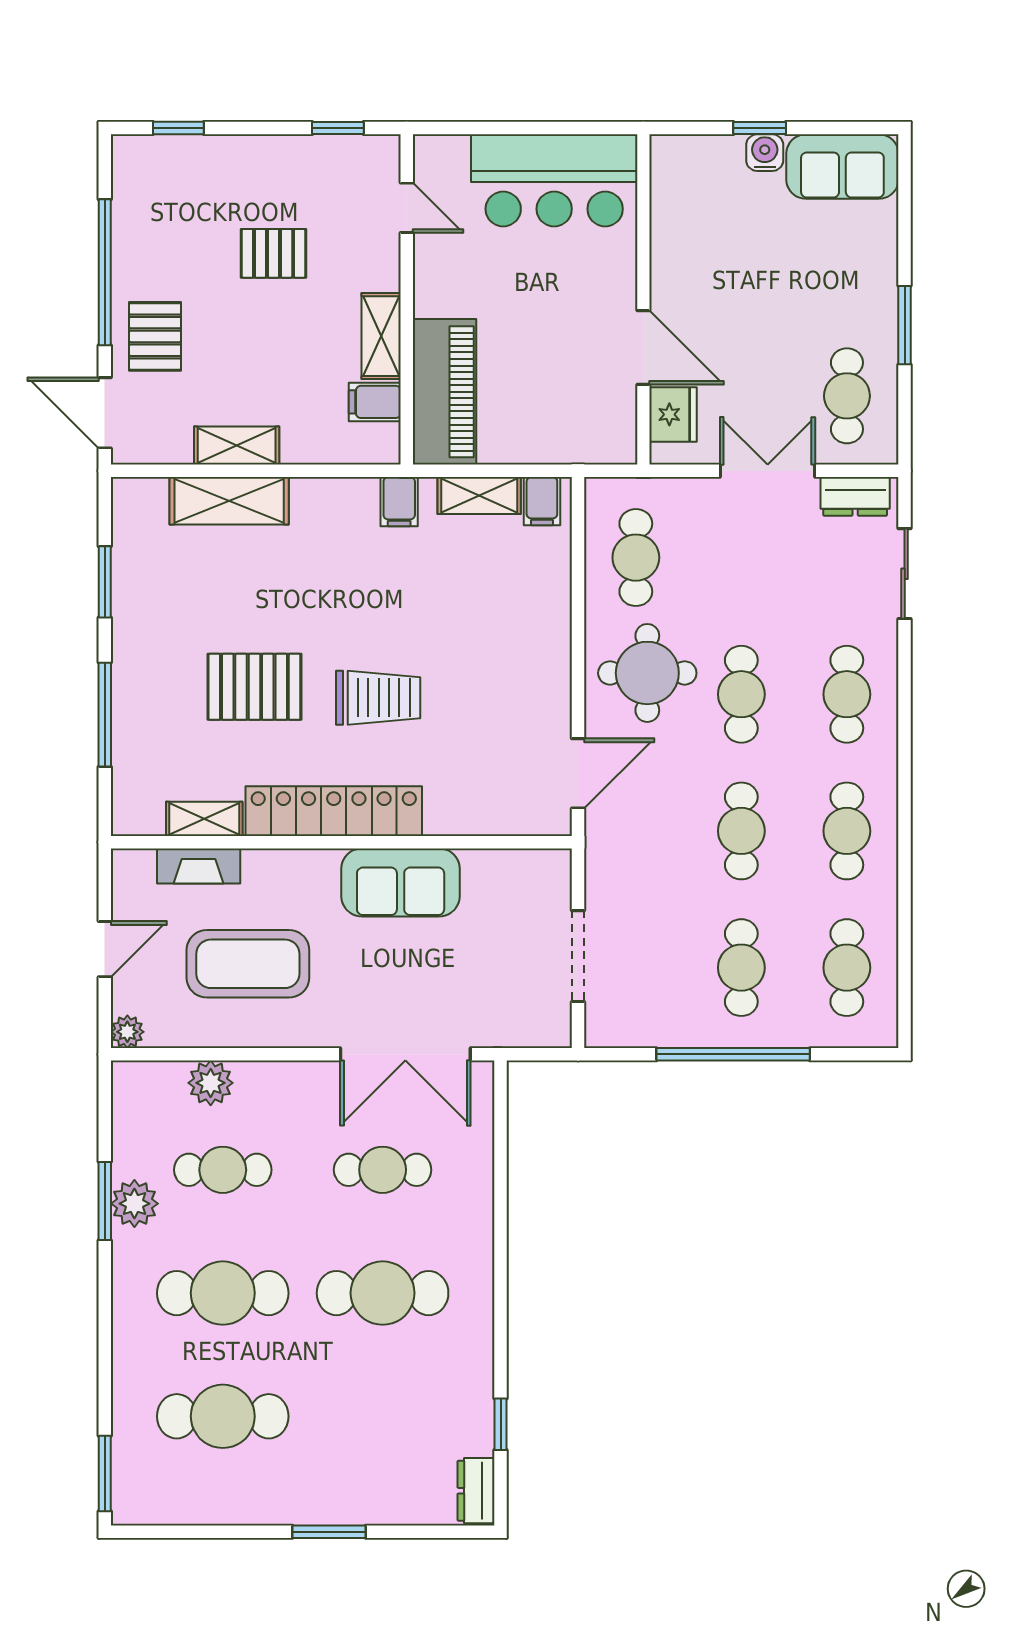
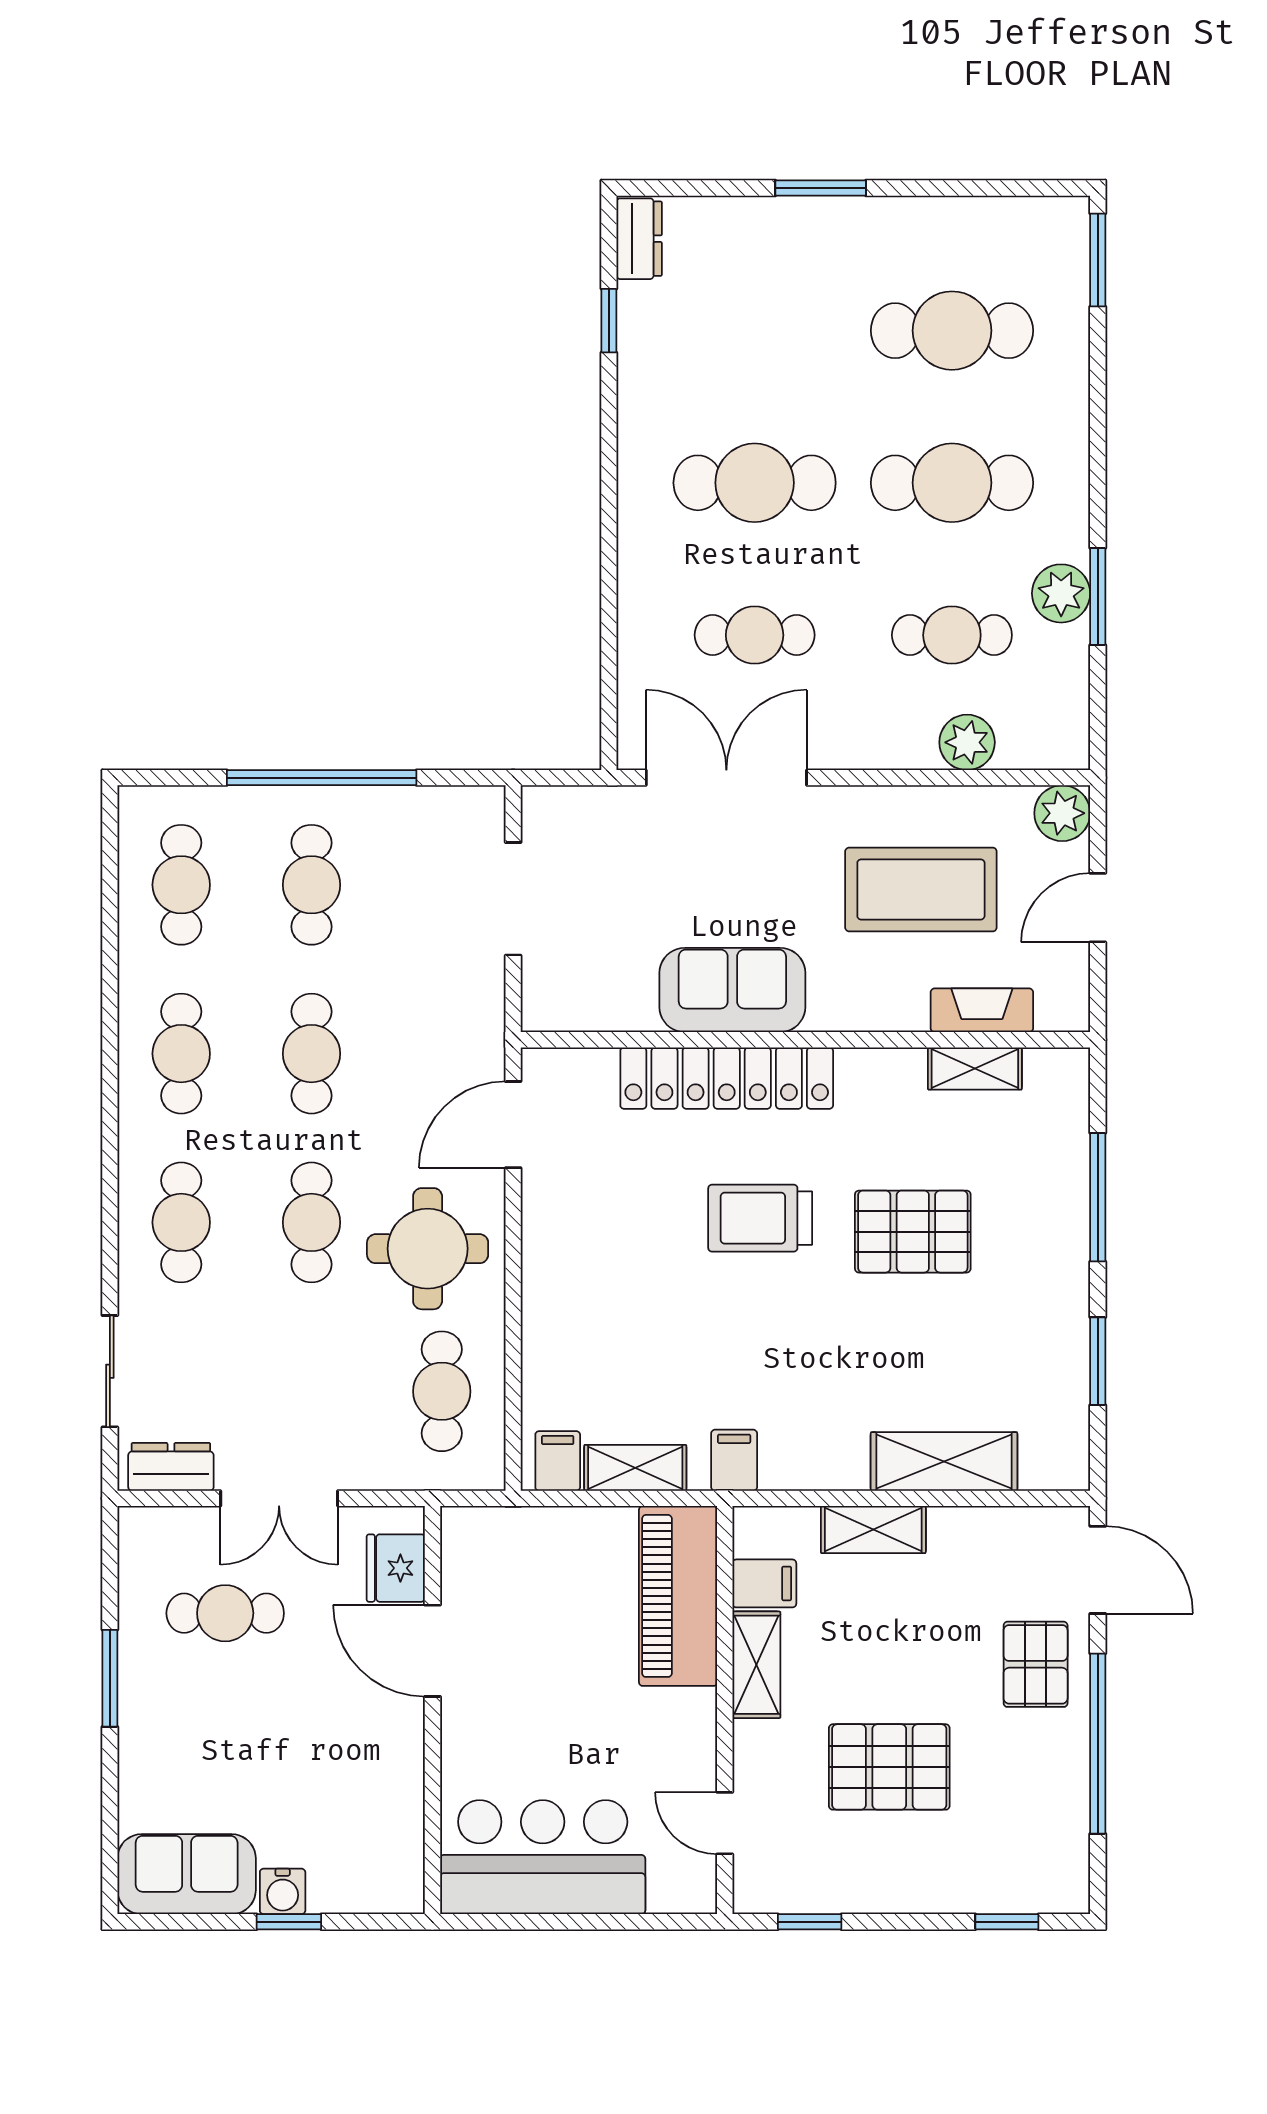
pallet: (274, 253) -> (889, 1767), width x1.50, depth x1.42
cafe table: (847, 396) -> (225, 1613), moved, turned 90
shelving: (237, 446) -> (873, 1530), moved
locker: (334, 811) -> (727, 1078), moved
plant: (127, 1032) -> (1062, 813), width x1.38, depth x1.38

